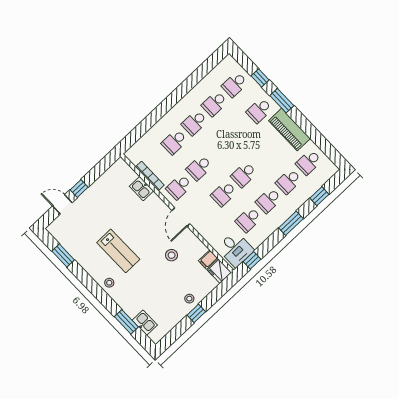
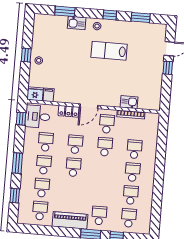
door: (181, 217) -> (89, 106), swing flipped
locker: (203, 229) -> (69, 111), added
stool: (172, 255) -> (74, 77), removed
window: (89, 283) -> (110, 15), added
kitchen sink: (145, 323) -> (77, 23), moved

